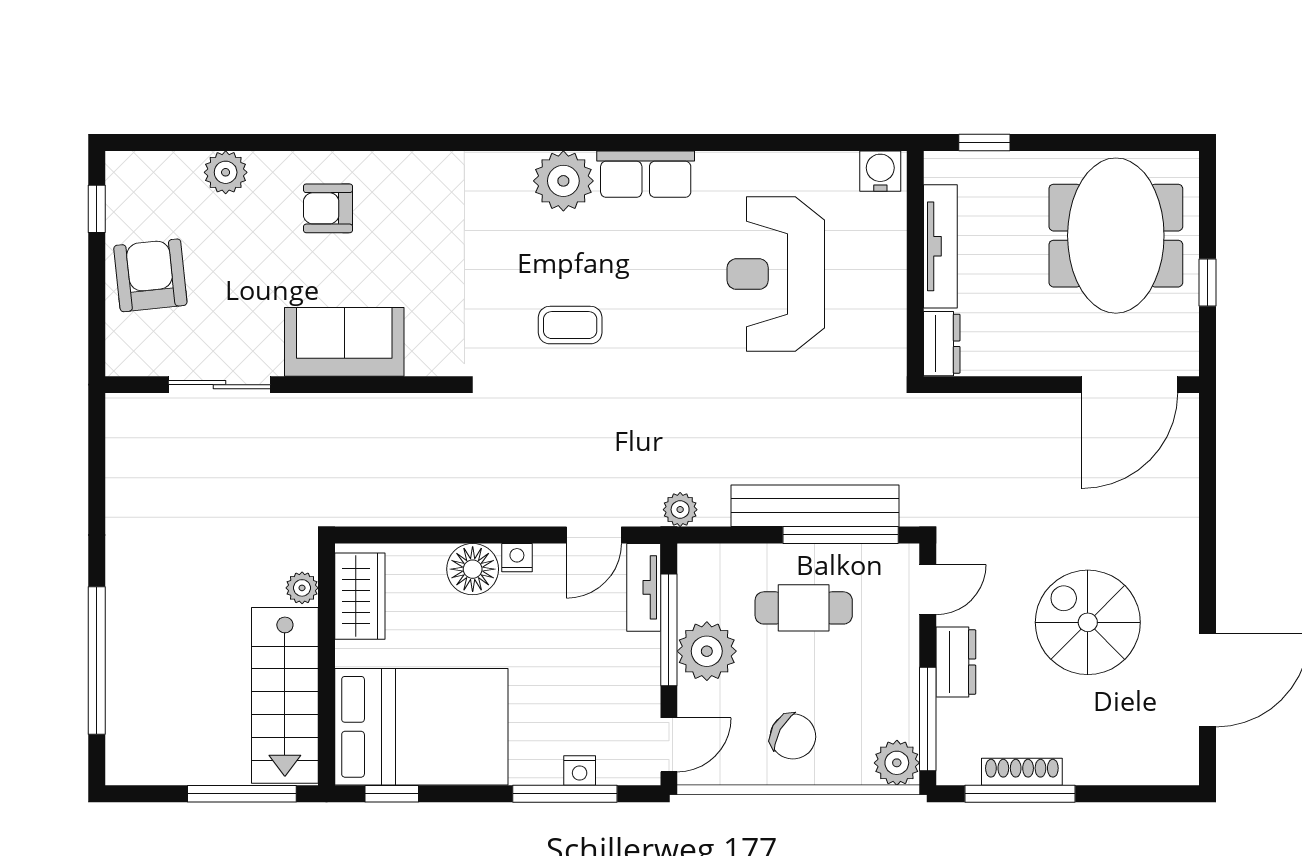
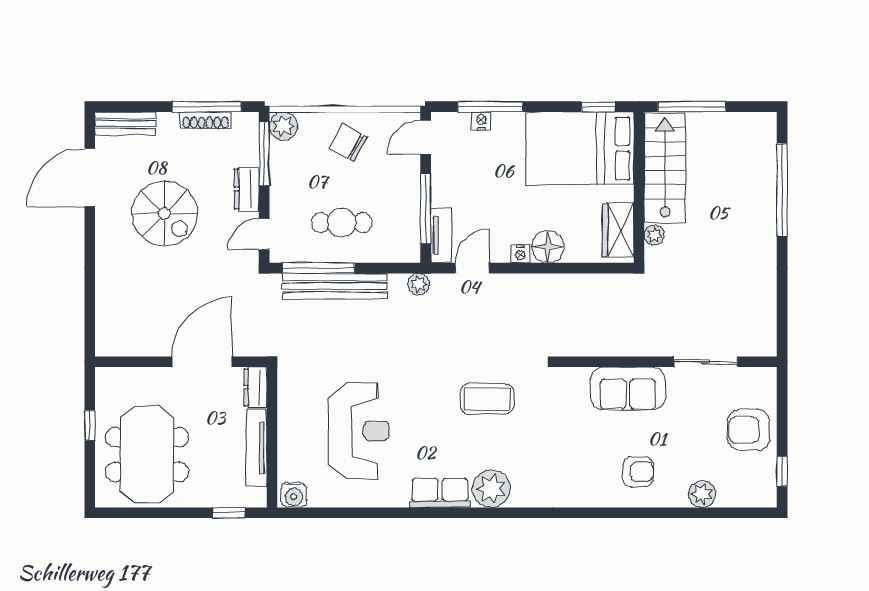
armchair: (150, 275) -> (749, 430), turned 96
coffee table: (570, 325) -> (487, 399), width x1.36, depth x1.30
door: (1130, 385) -> (202, 362), moved
plant: (707, 651) -> (402, 196), removed
bench: (1150, 767) -> (125, 123), added

